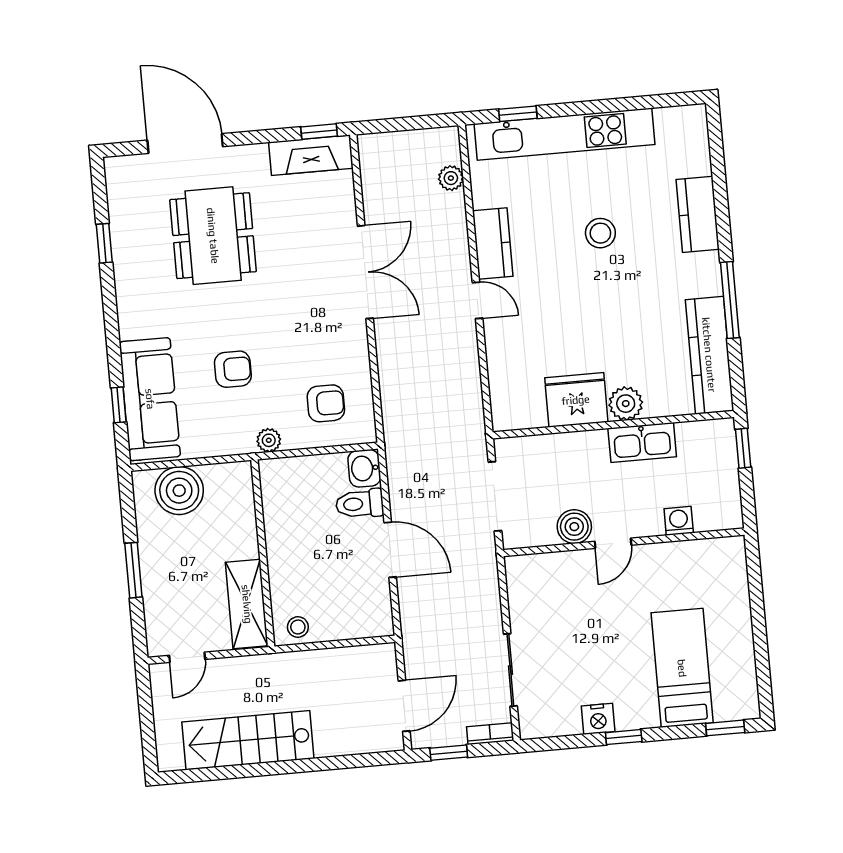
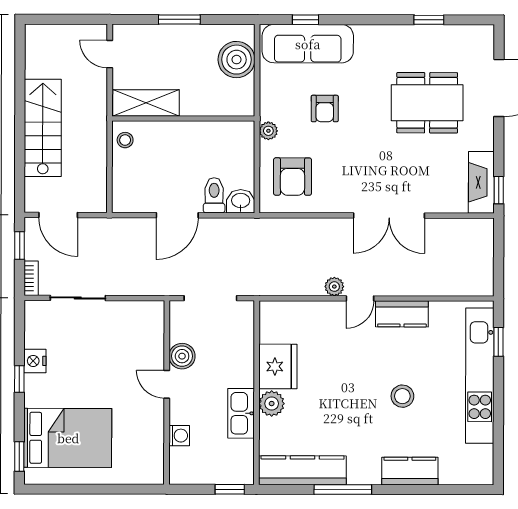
plant: (451, 178) -> (334, 287), moved
armchair: (326, 403) -> (292, 177), width x1.38, depth x1.38
bed: (682, 668) -> (68, 438), width x1.50
stairs: (248, 740) -> (43, 128), moved

